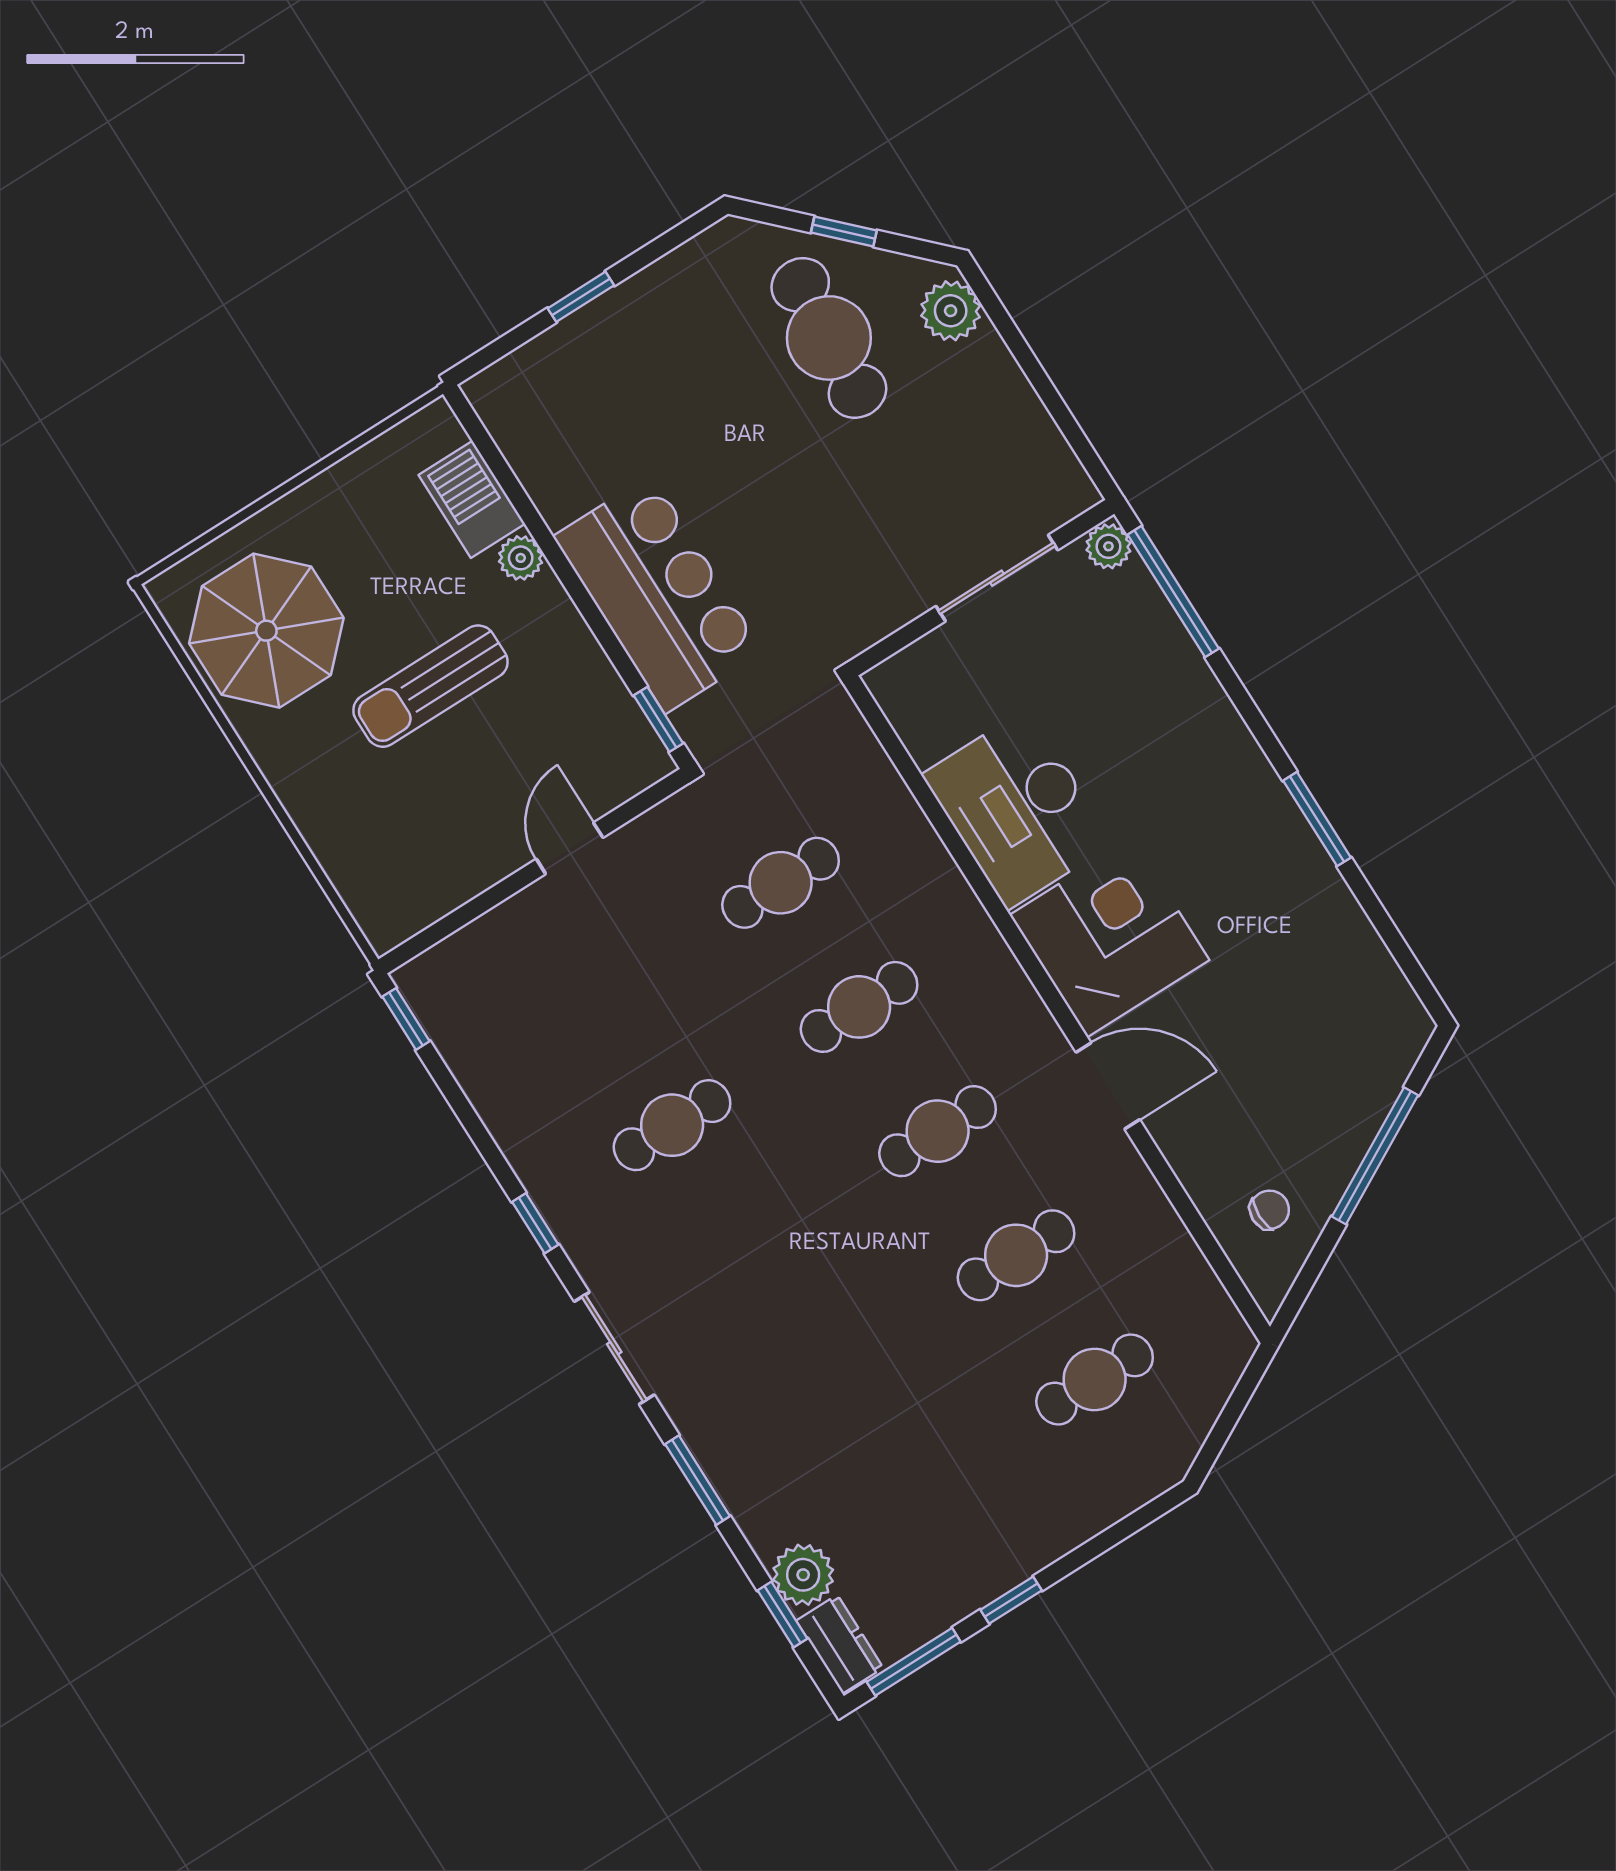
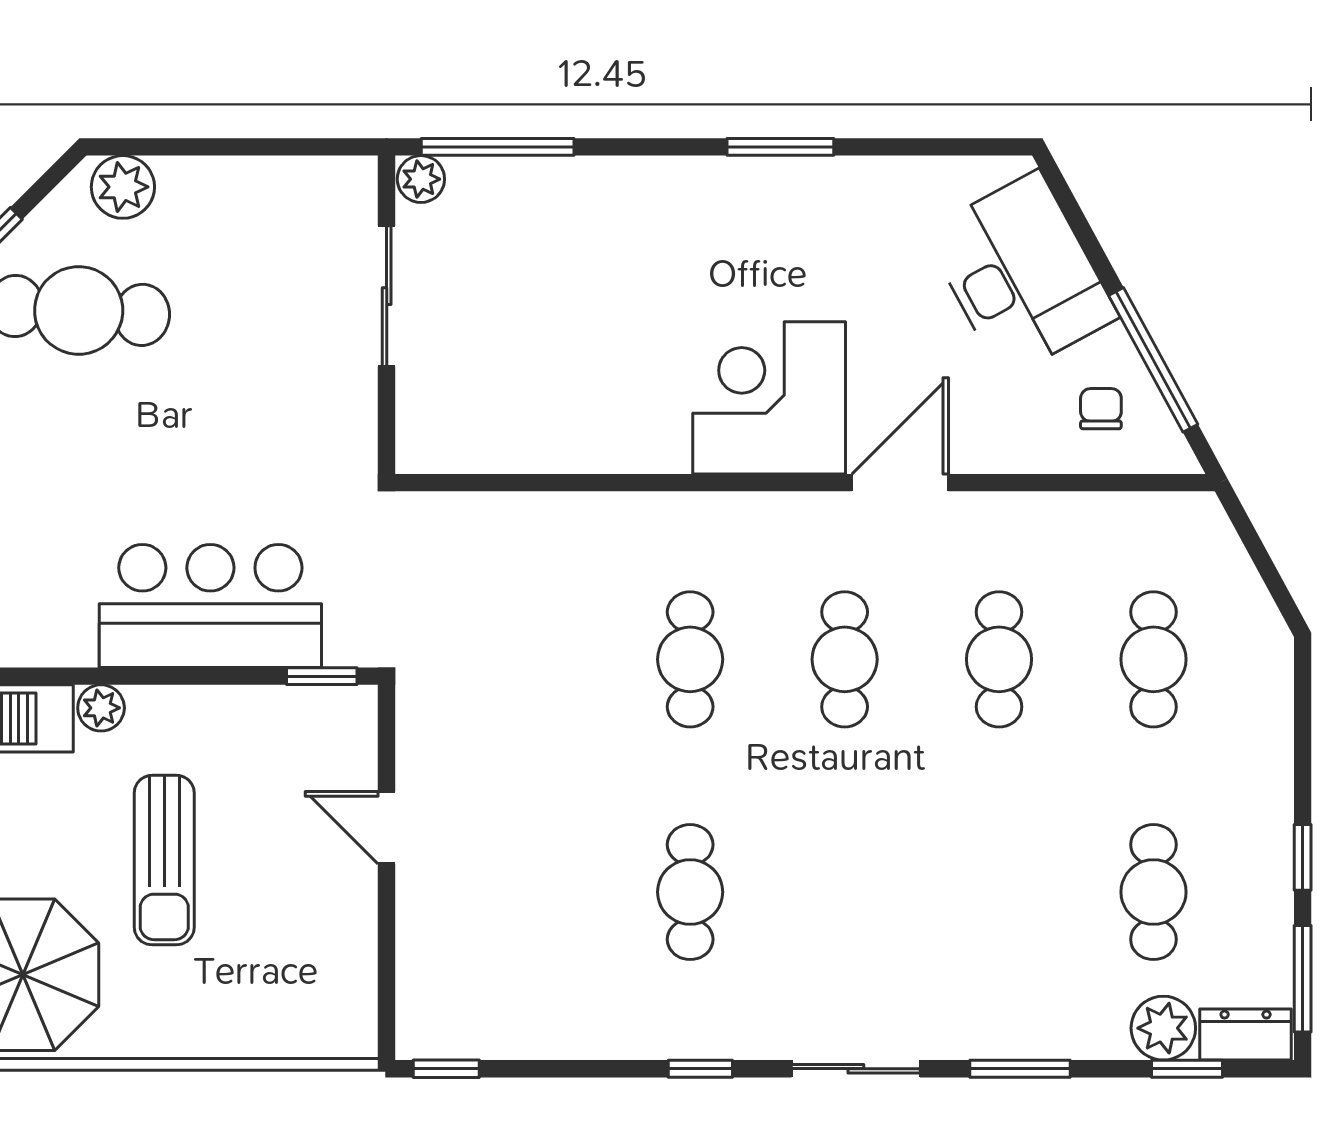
desk: (1018, 809) -> (1021, 275), moved, turned -119
cafe table: (781, 883) -> (1153, 892), moved
window: (1375, 1156) -> (1153, 360), moved

